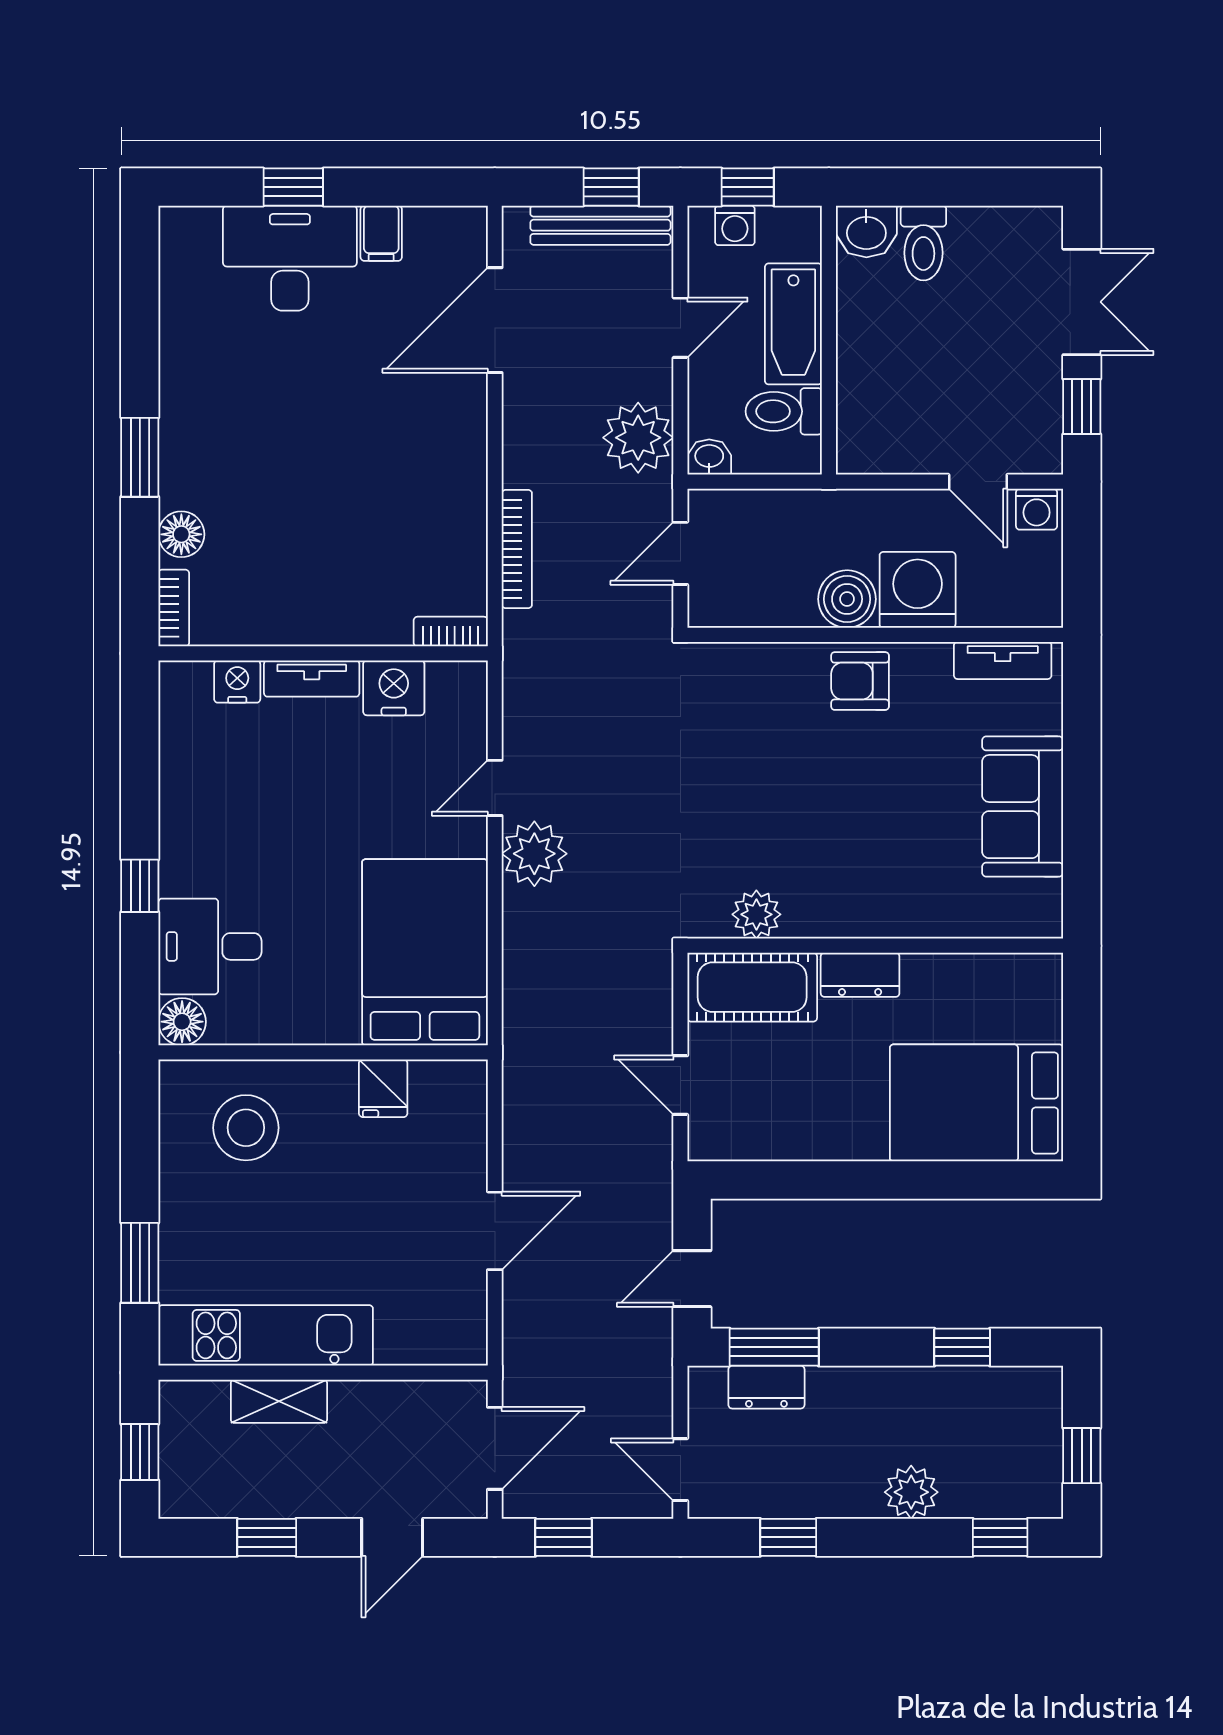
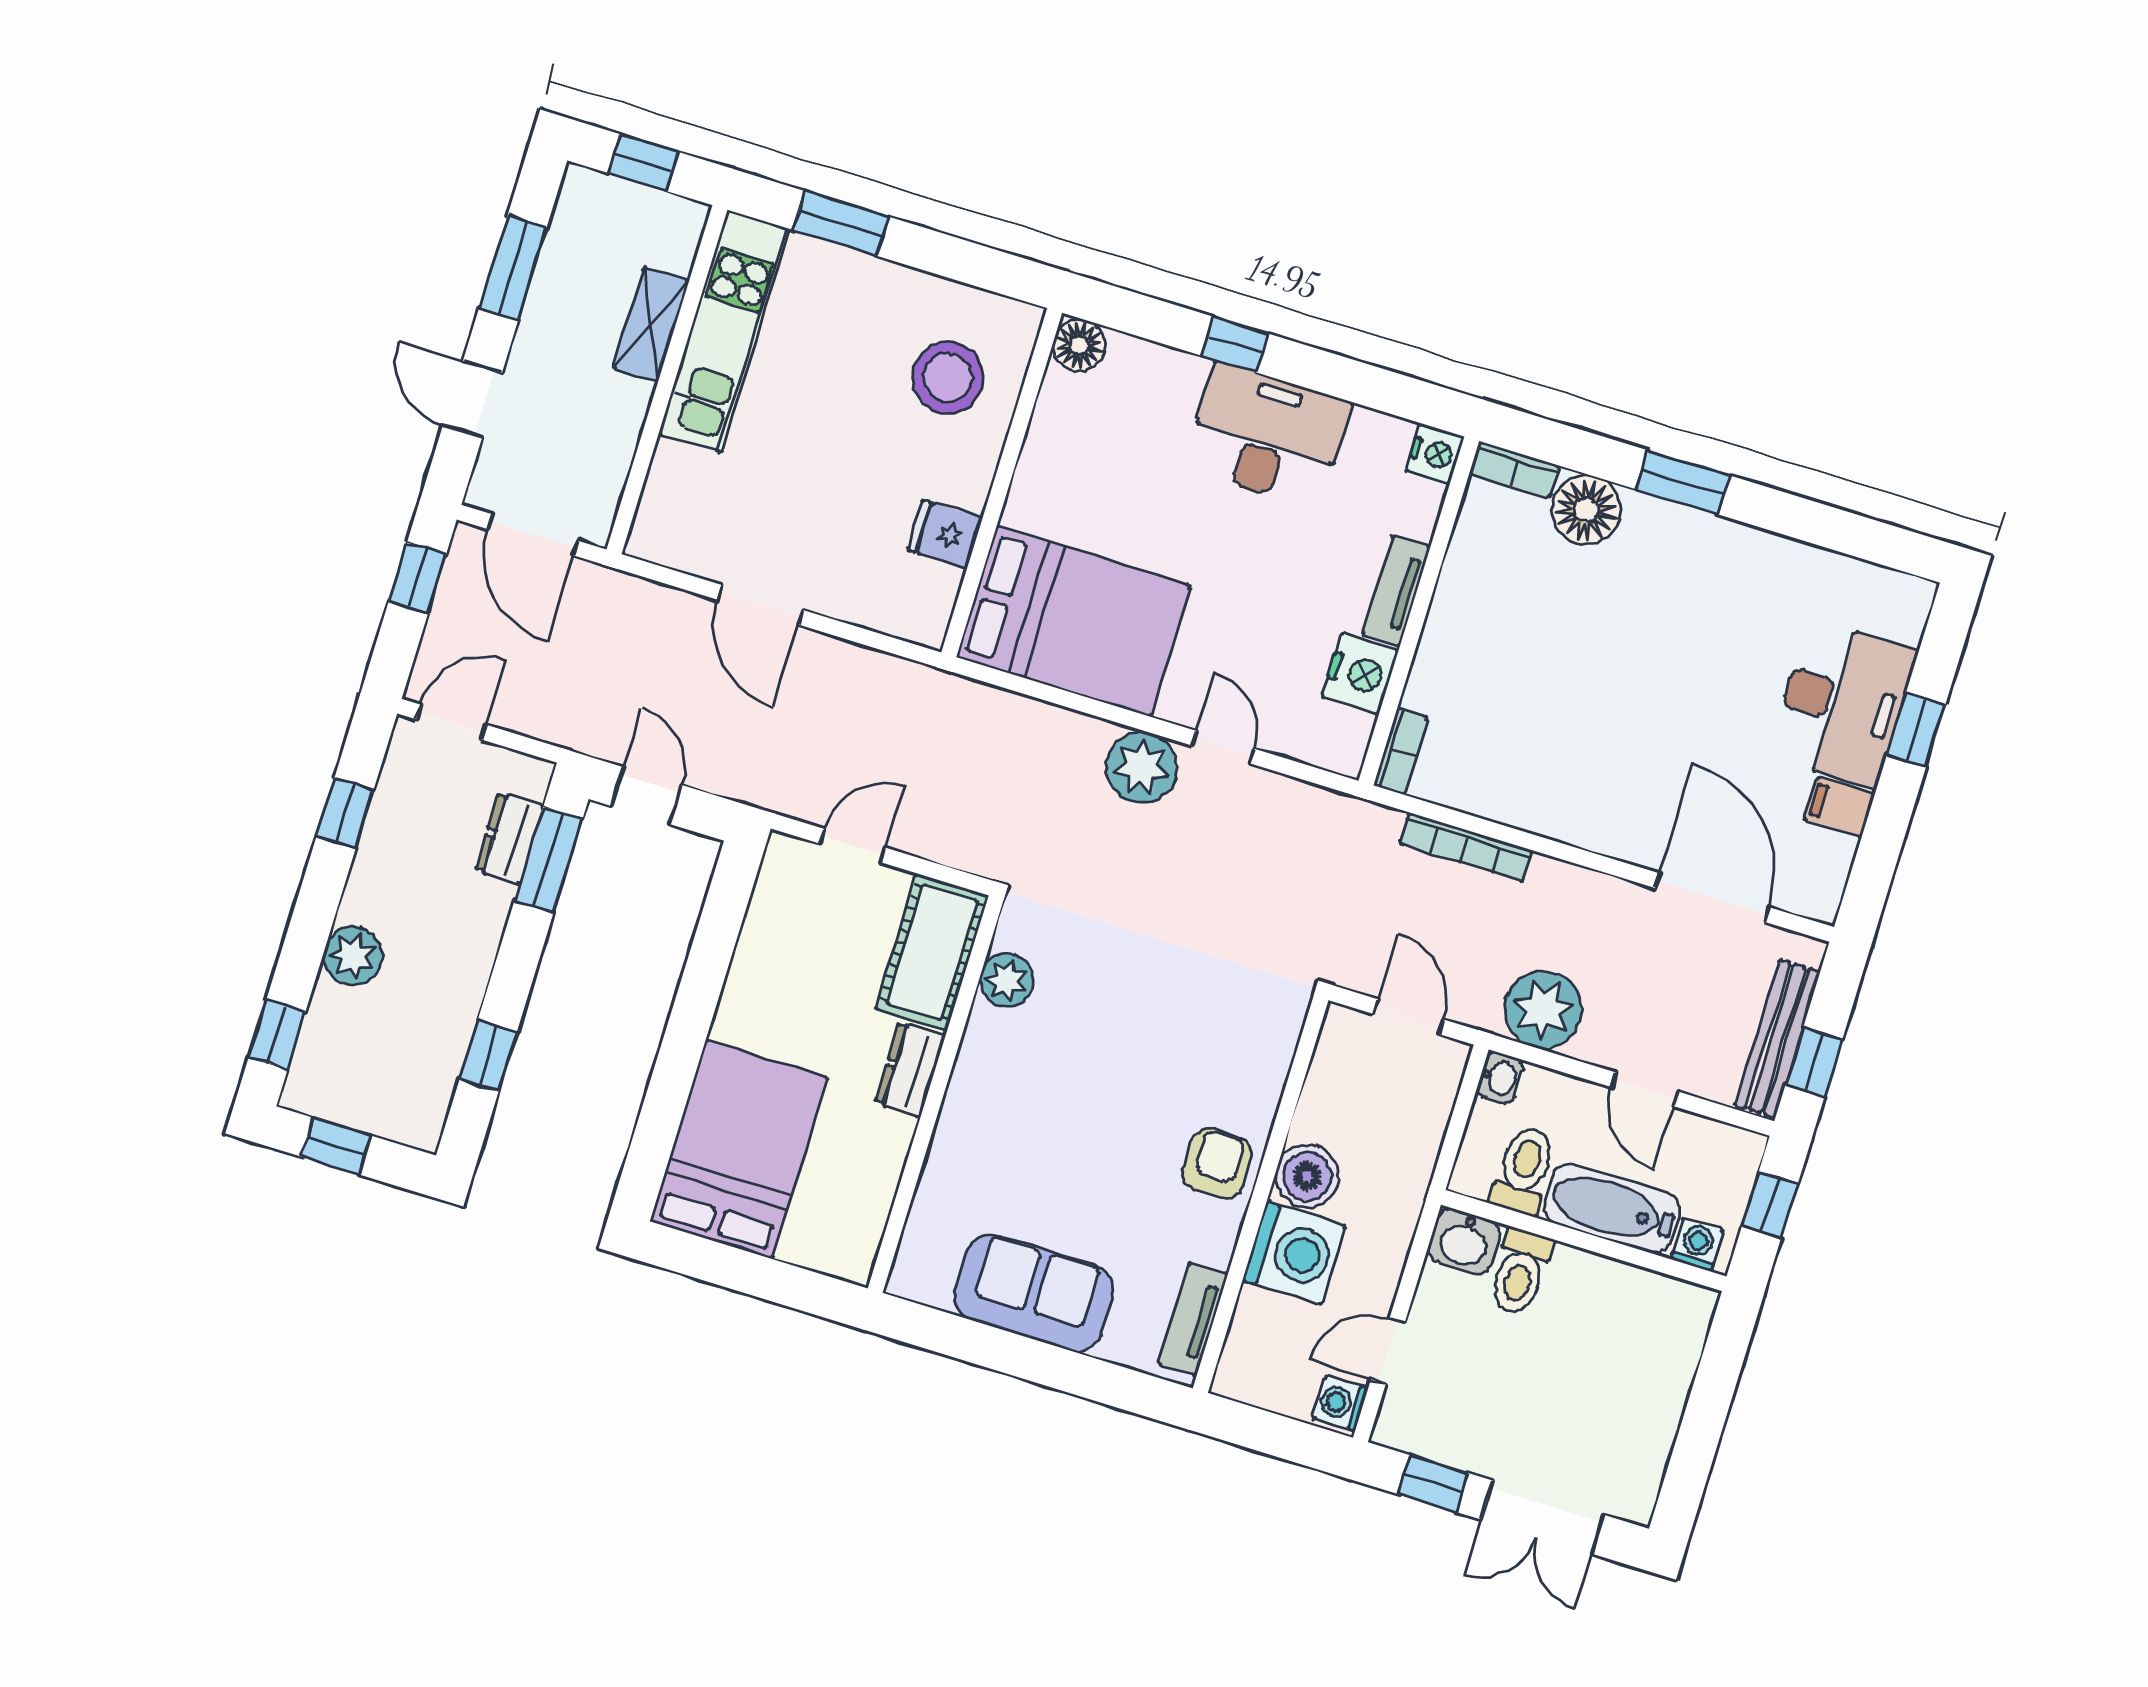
washing machine: (735, 225) -> (1697, 1245), moved, turned 90
washbasin: (866, 231) -> (1464, 1241), moved, turned -90
toilet: (923, 243) -> (1520, 1272), moved, turned -90
floor lamp: (181, 534) -> (1586, 510), width x1.38, depth x1.38
nightstand: (237, 682) -> (1435, 454), moved
desk: (210, 946) -> (1267, 435), moved, width x1.37
window: (267, 1537) -> (513, 268), width x1.50

